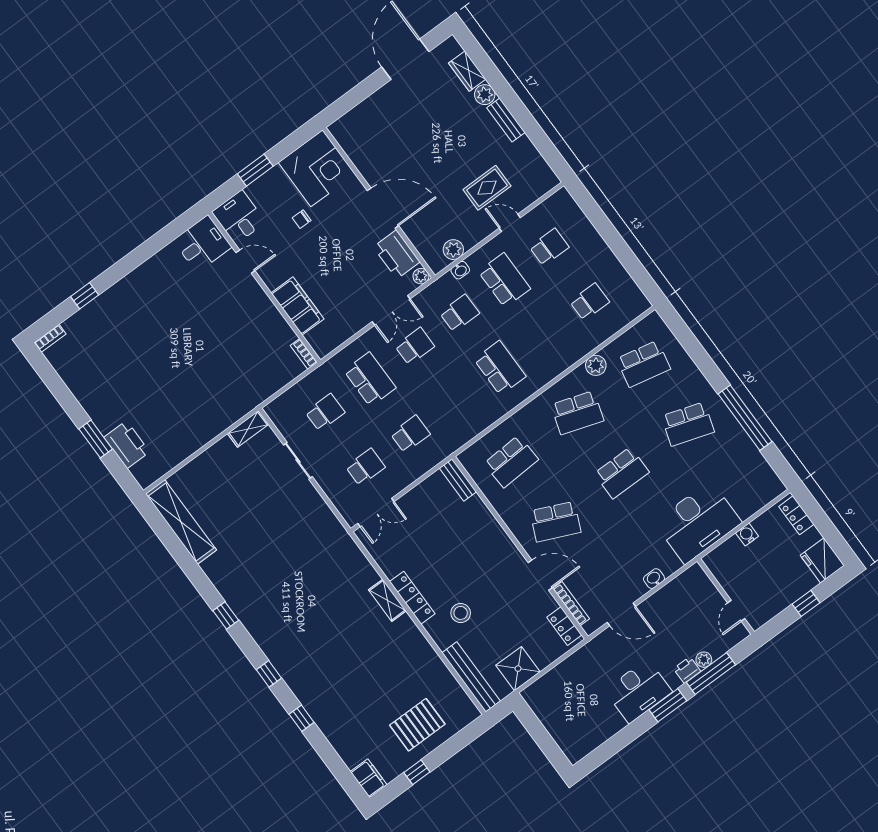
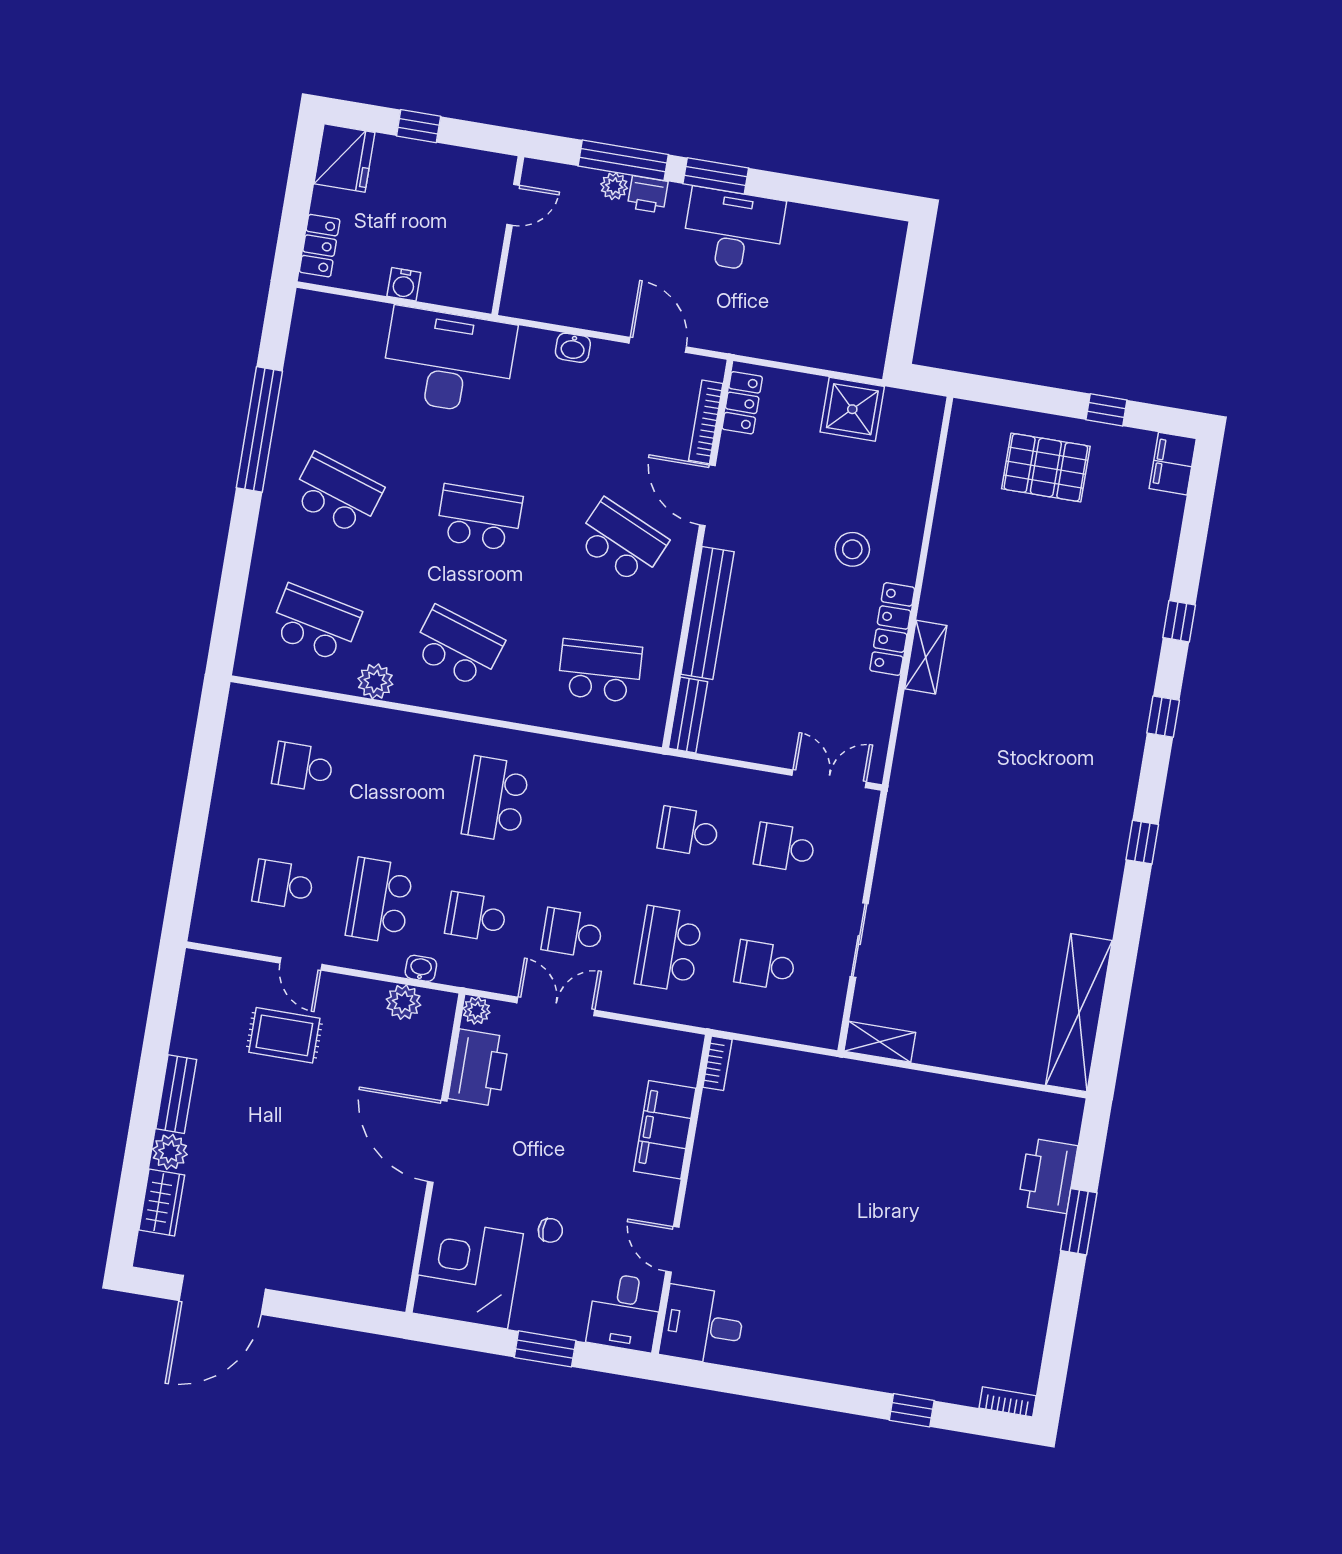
bench: (471, 677) -> (707, 613), moved

